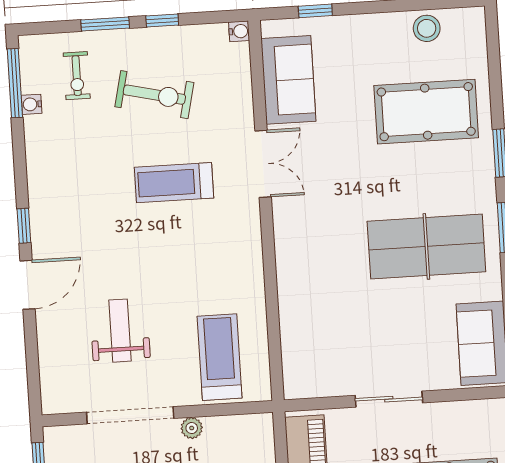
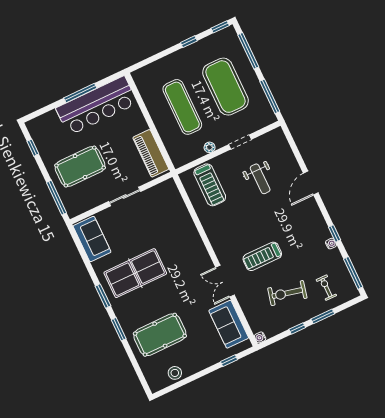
water cooler: (32, 104) -> (331, 244), moved
treadmill: (174, 183) -> (262, 256), turned 180
window: (24, 226) -> (335, 233), moved
doorway: (130, 415) -> (240, 142), width x0.53

